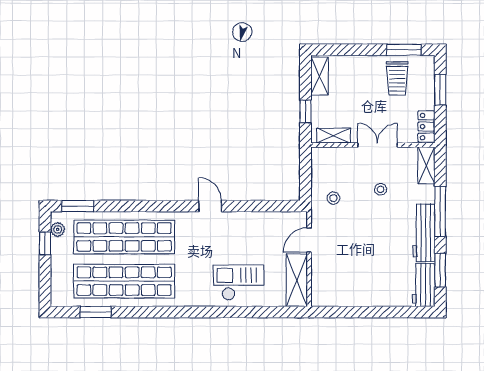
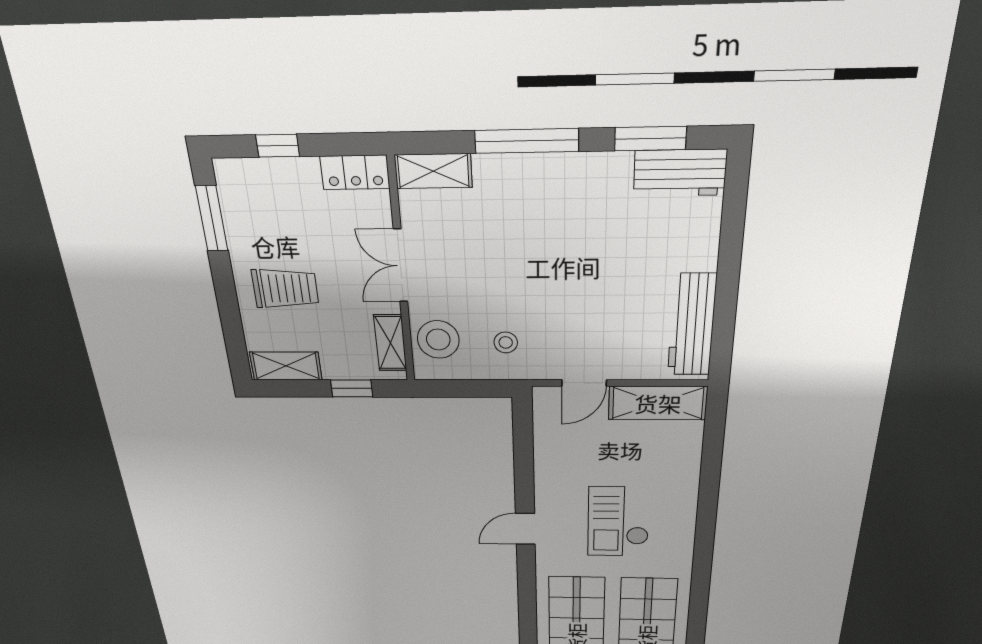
trolley: (397, 78) -> (285, 288), moved
window: (440, 90) -> (278, 146), width x0.67
stool: (381, 189) -> (438, 340), moved, width x1.89, depth x1.89
workbench: (424, 233) -> (692, 325), moved, turned 90
door: (309, 240) -> (584, 383), hinge flipped
checkout: (239, 283) -> (618, 522), moved

